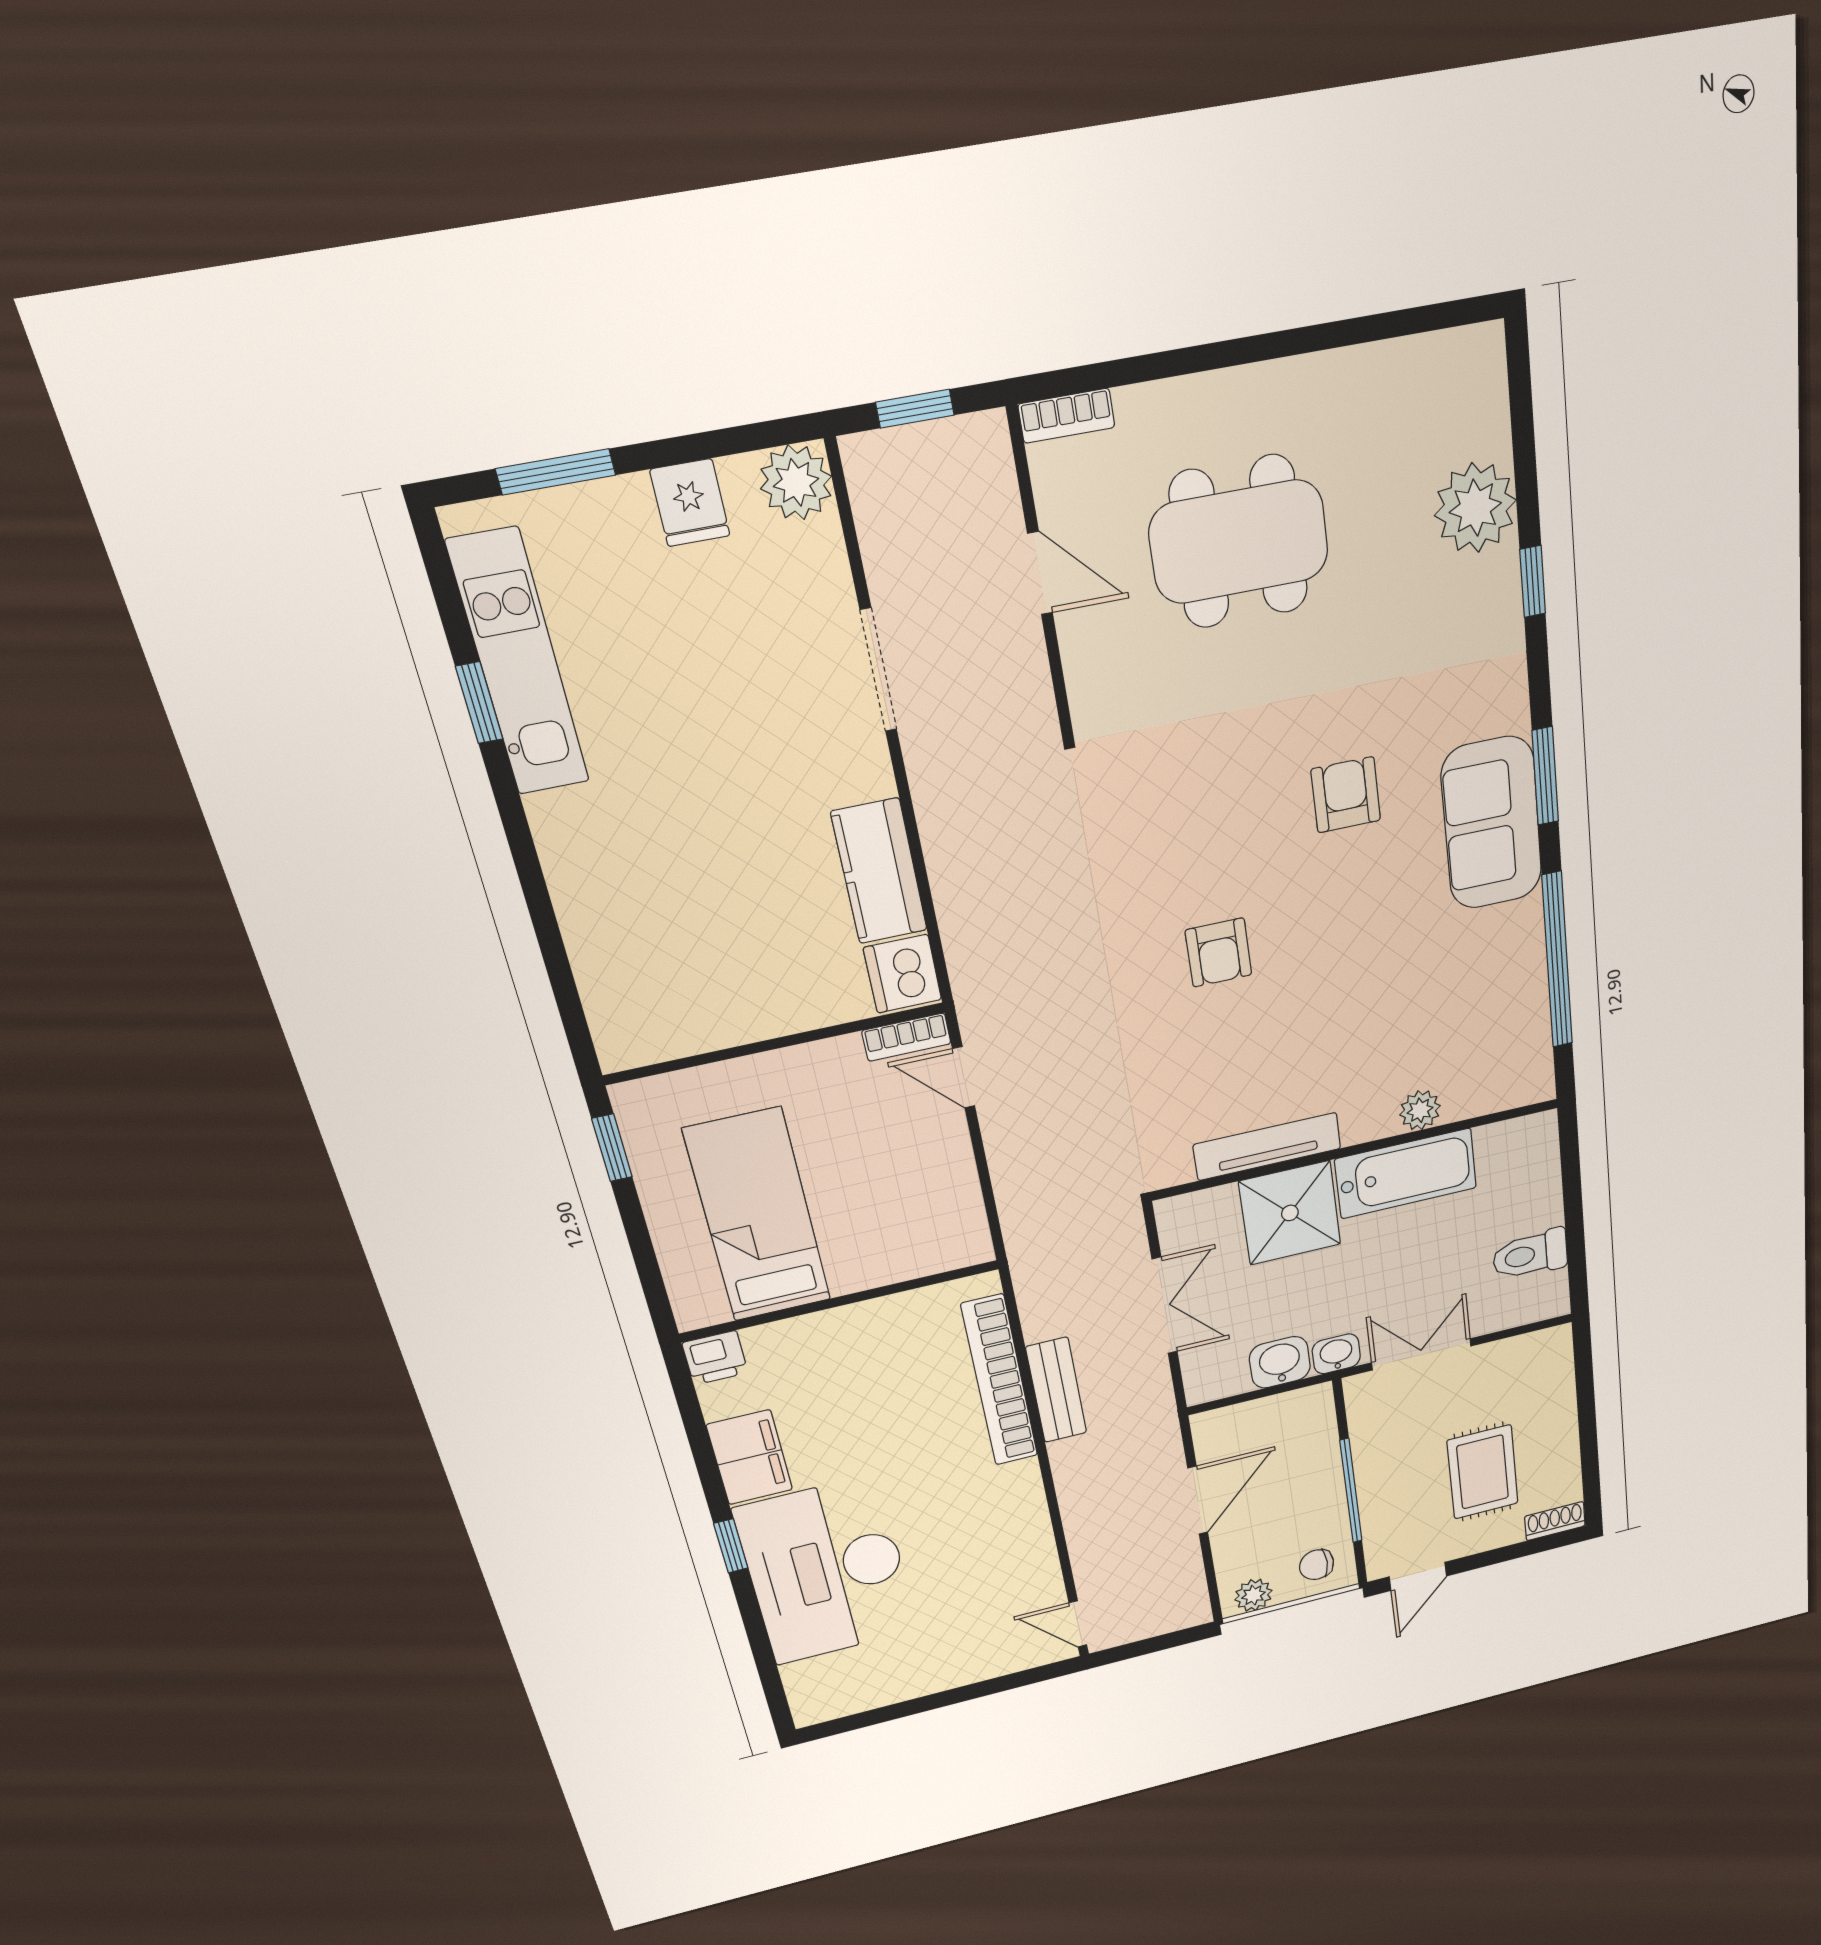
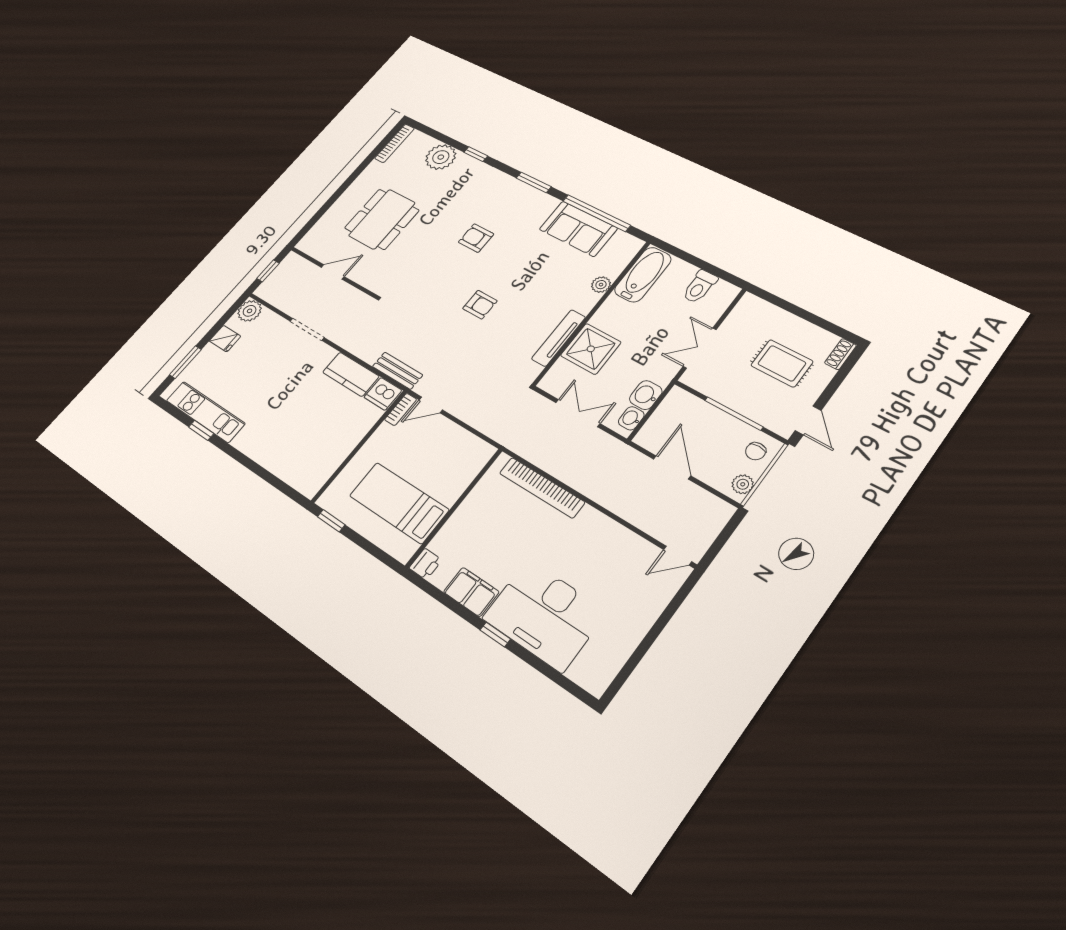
bookcase: (1066, 416) -> (395, 143), moved, width x1.56
sofa: (1492, 823) -> (578, 229), moved
bathtub: (1406, 1174) -> (643, 275), moved
washbasin: (1336, 1354) -> (631, 418), moved
bench: (1056, 1390) -> (398, 371), moved

